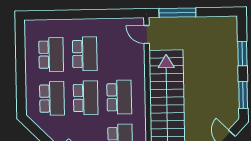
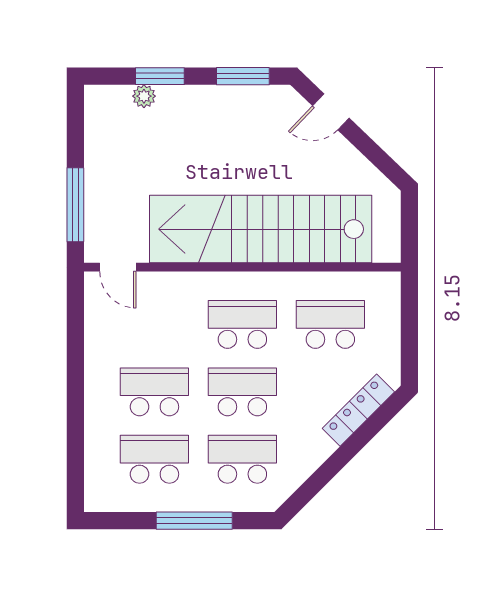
door: (147, 34) -> (118, 267), hinge flipped
plant: (232, 46) -> (144, 96), added
window: (21, 75) -> (194, 521), added

